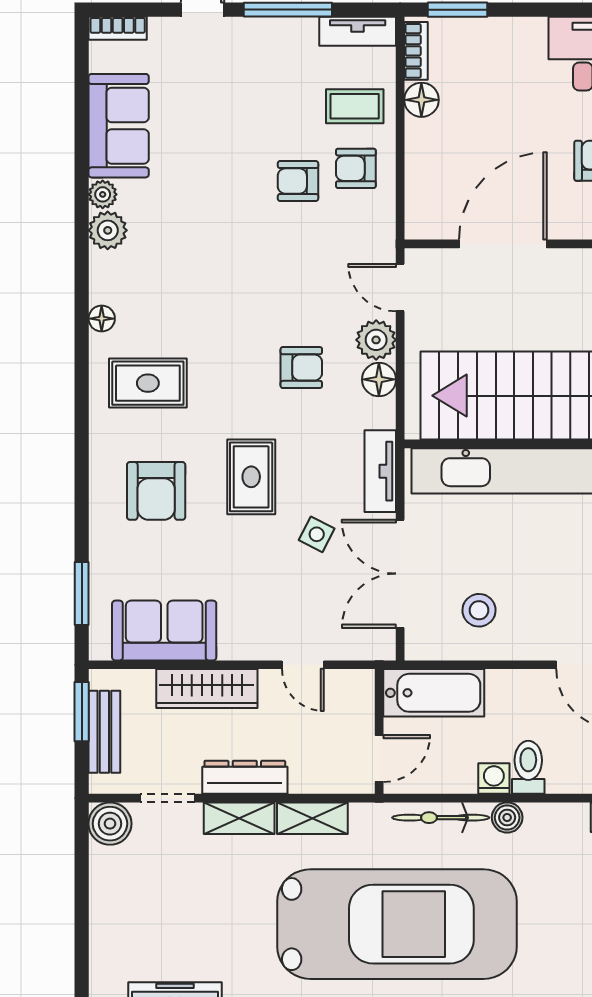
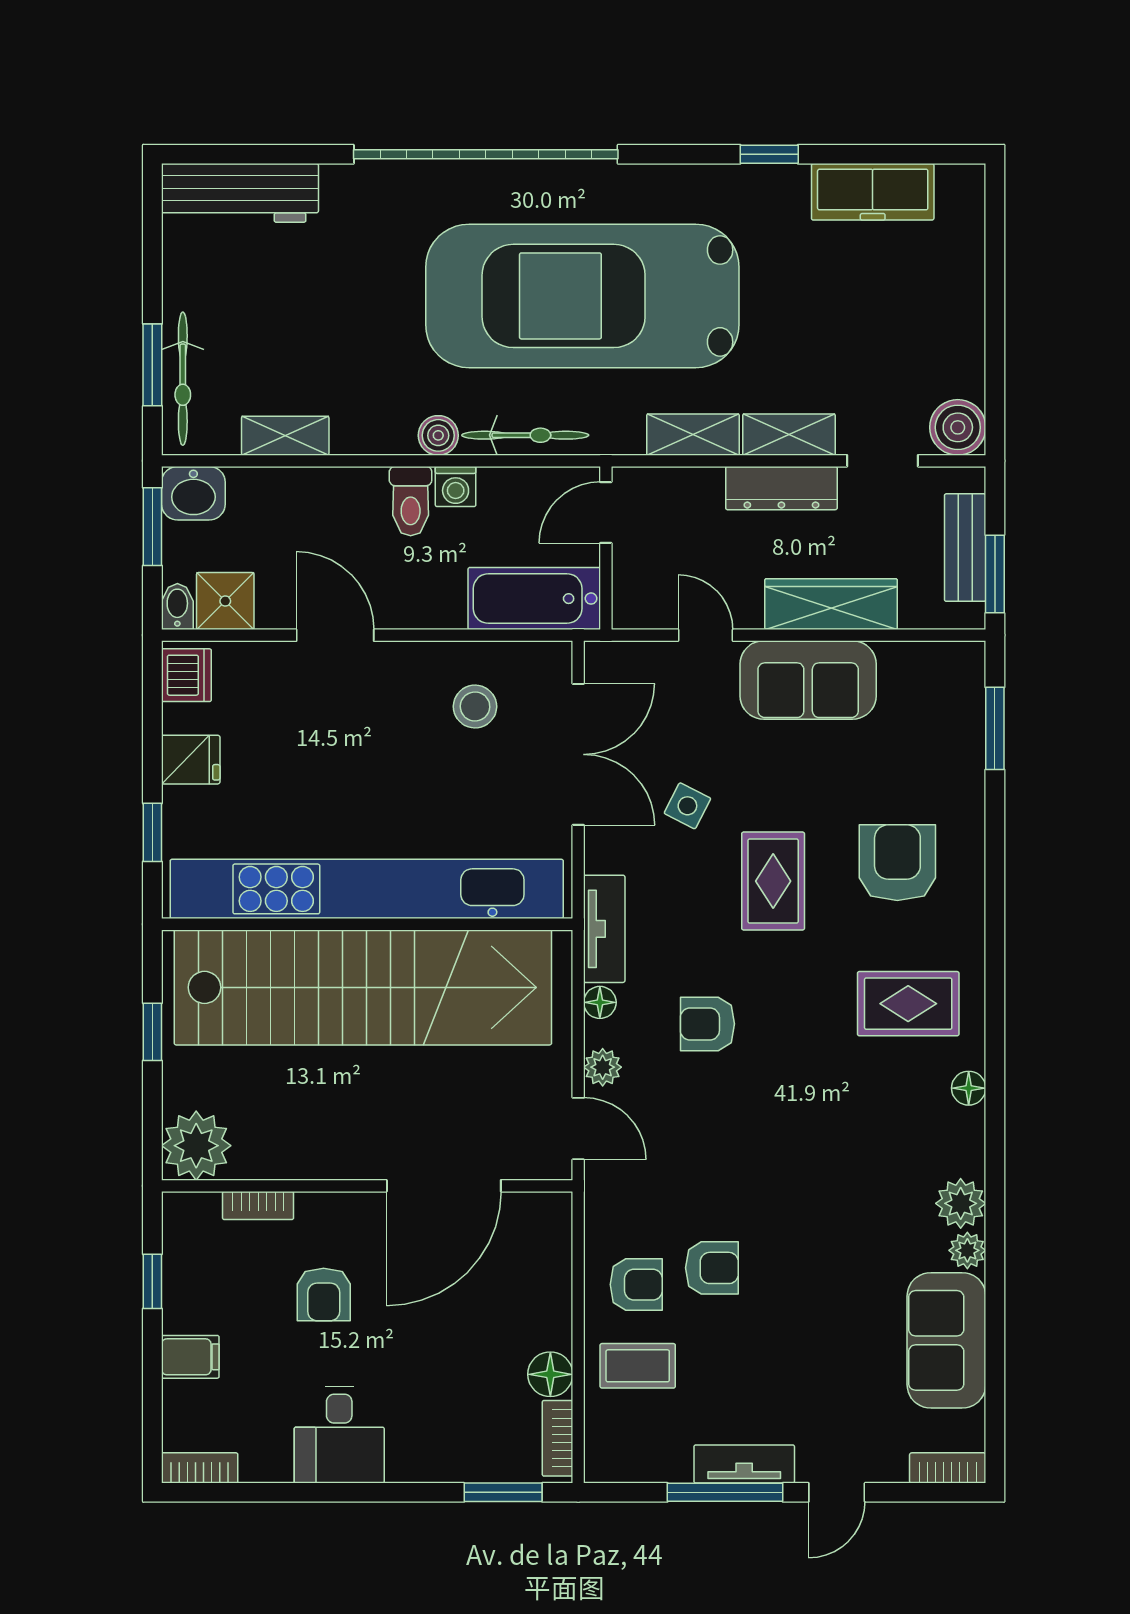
tv unit: (358, 31) -> (744, 1464), moved
plant: (376, 340) -> (603, 1067), width x0.73, depth x0.73
floor lamp: (379, 379) -> (600, 1002), width x0.73, depth x0.73
tv unit: (380, 471) -> (604, 929), moved
sofa: (164, 631) -> (808, 680), moved

